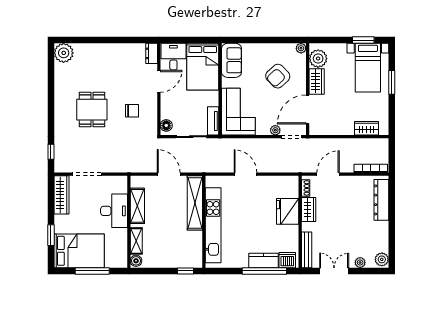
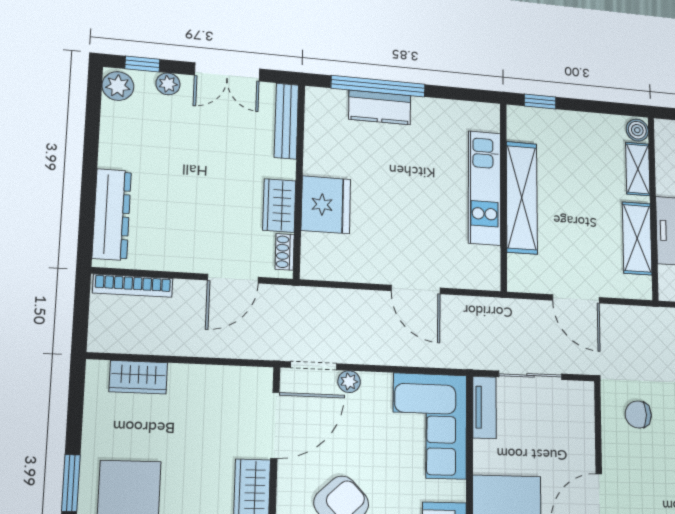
chair: (132, 111) -> (638, 415), moved
floor lamp: (166, 125) -> (582, 402), removed
shelving: (195, 203) -> (522, 198), moved
kitchen unit: (213, 225) -> (484, 188), width x0.73
dishwasher: (287, 260) -> (329, 104), removed
window: (372, 271) -> (142, 64), added

